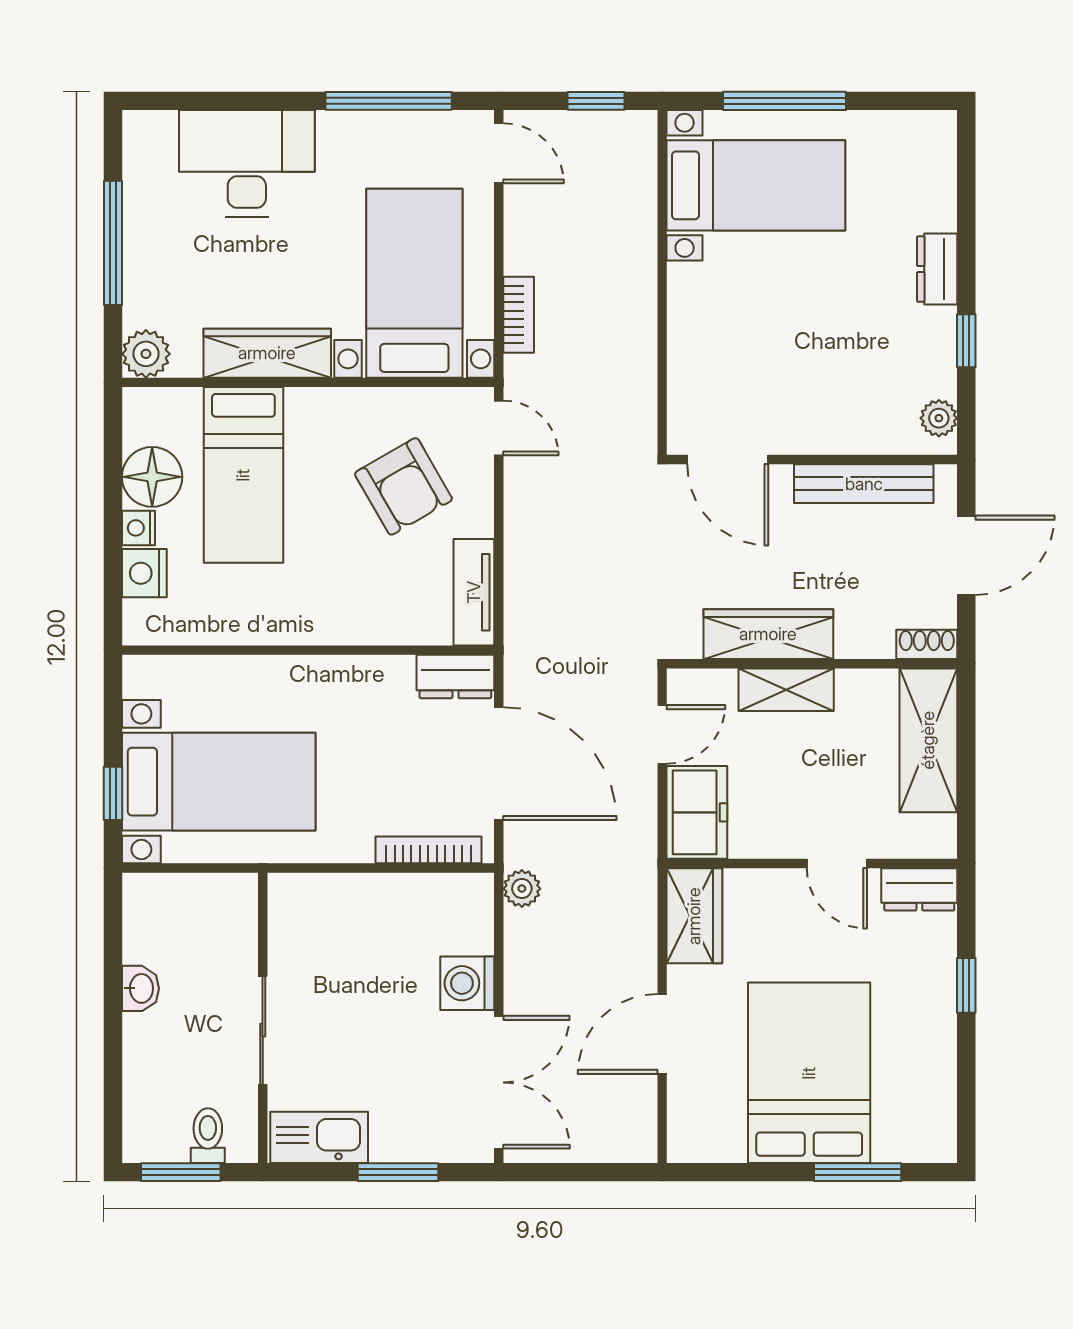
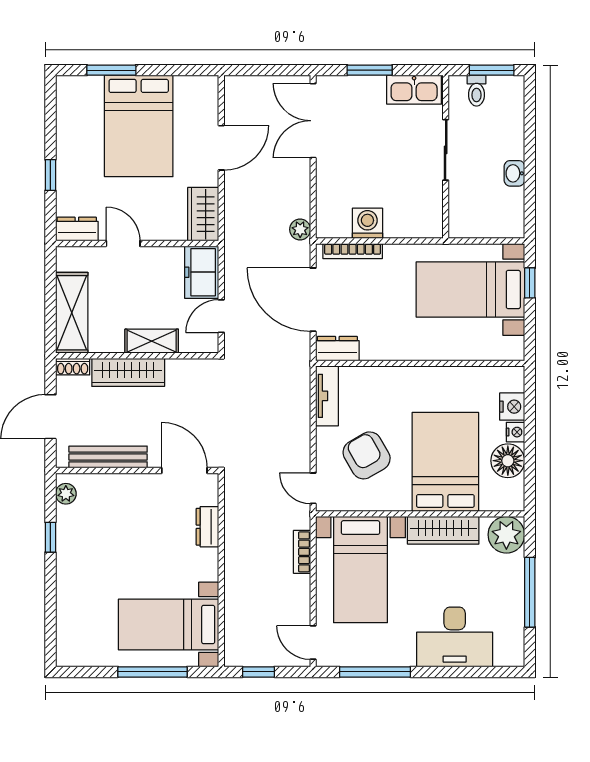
dresser: (937, 269) -> (207, 527), moved, turned 180
plant: (146, 354) -> (506, 535), width x1.36, depth x1.36
bed: (243, 475) -> (445, 462), width x1.50
wardrobe: (768, 634) -> (128, 372), moved
washing machine: (467, 983) -> (367, 223), moved, turned -90

